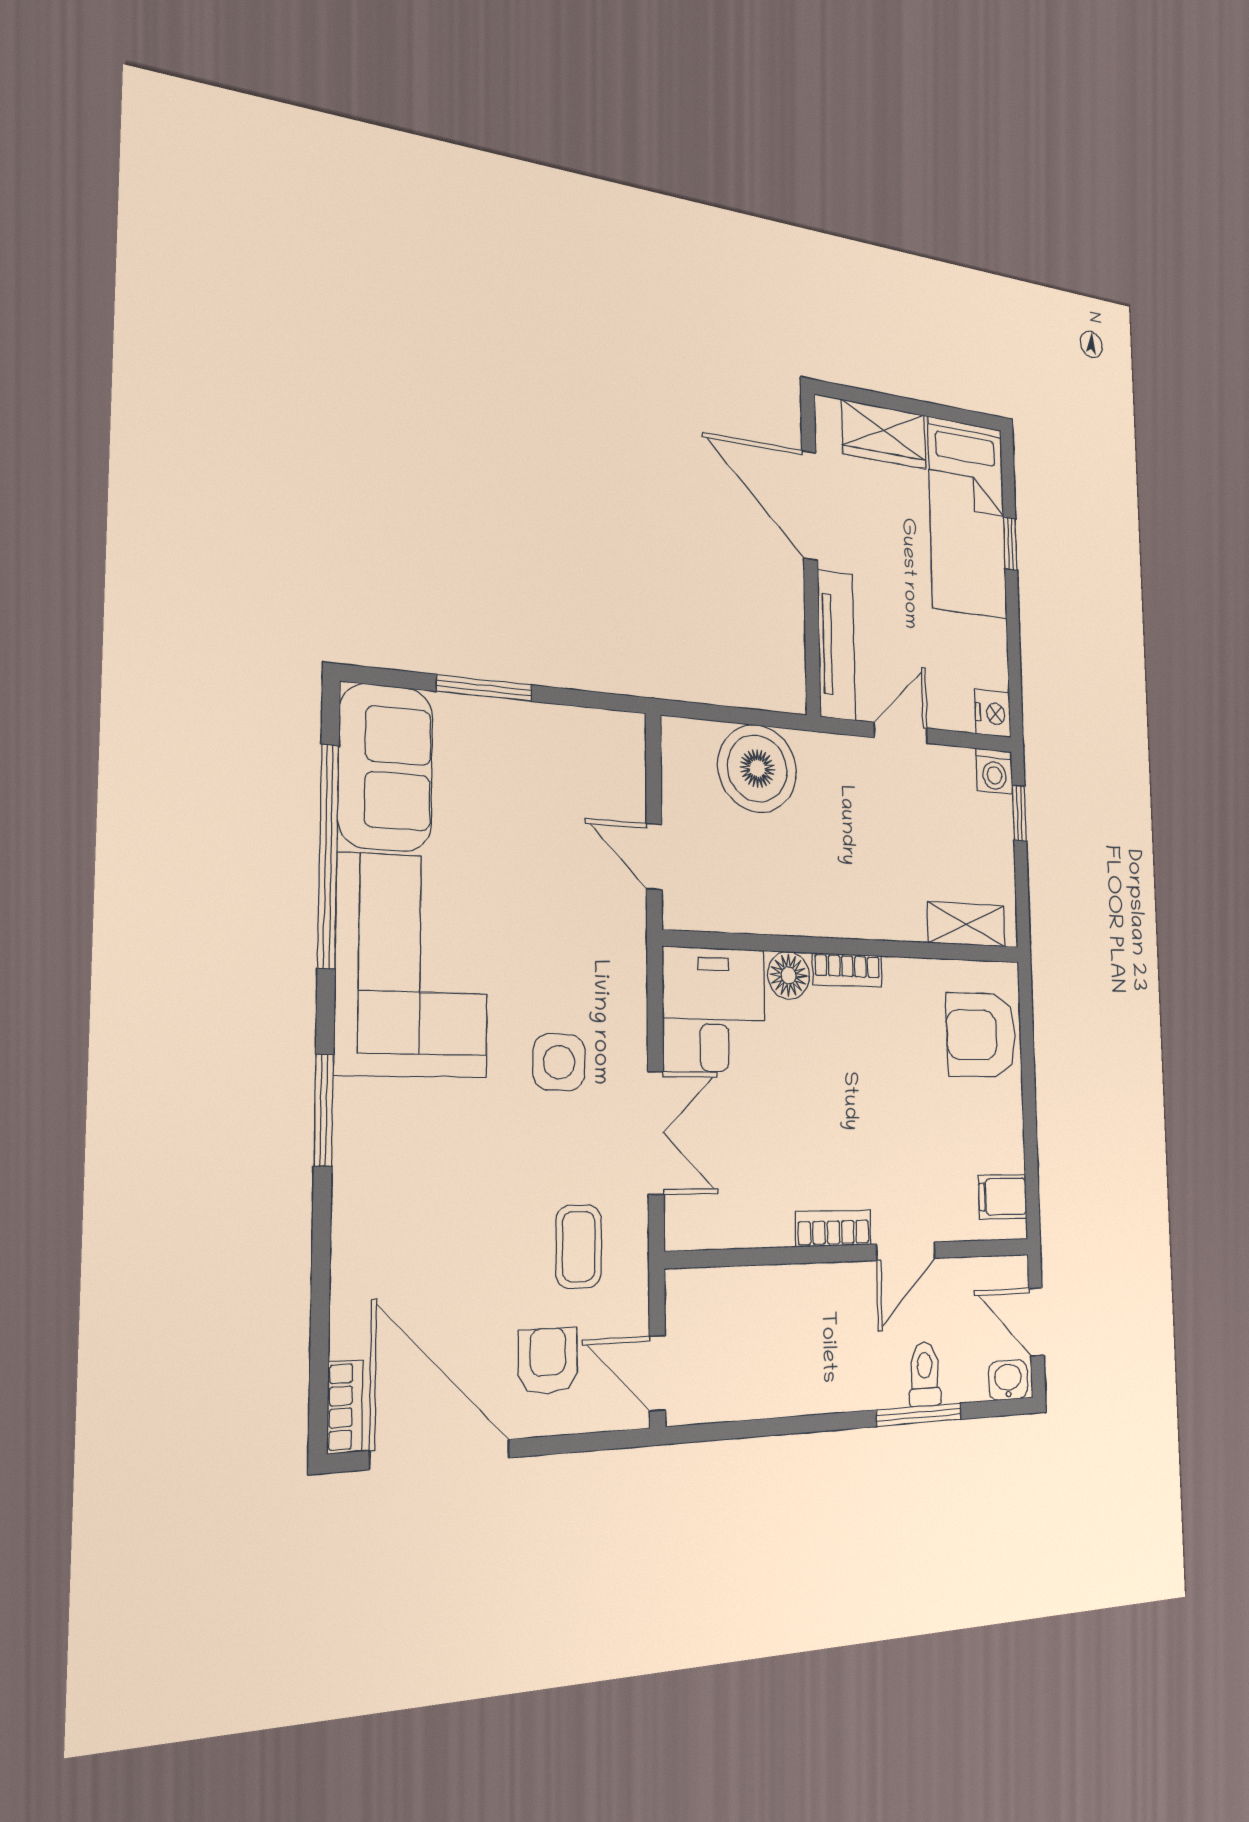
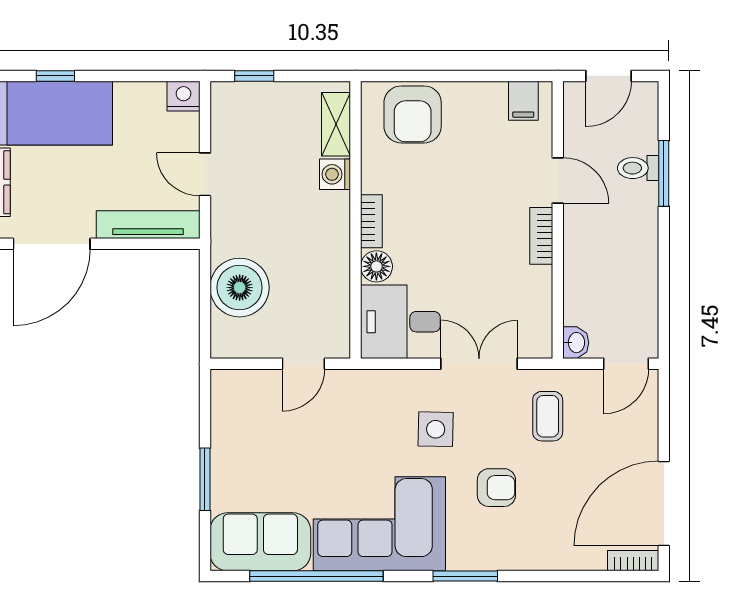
washing machine: (994, 771) -> (335, 174), moved, turned 180
coffee table: (579, 1246) -> (548, 416), turned 90
armchair: (548, 1361) -> (496, 488), moved, turned 180
washbasin: (1008, 1380) -> (576, 343), moved, turned 180

